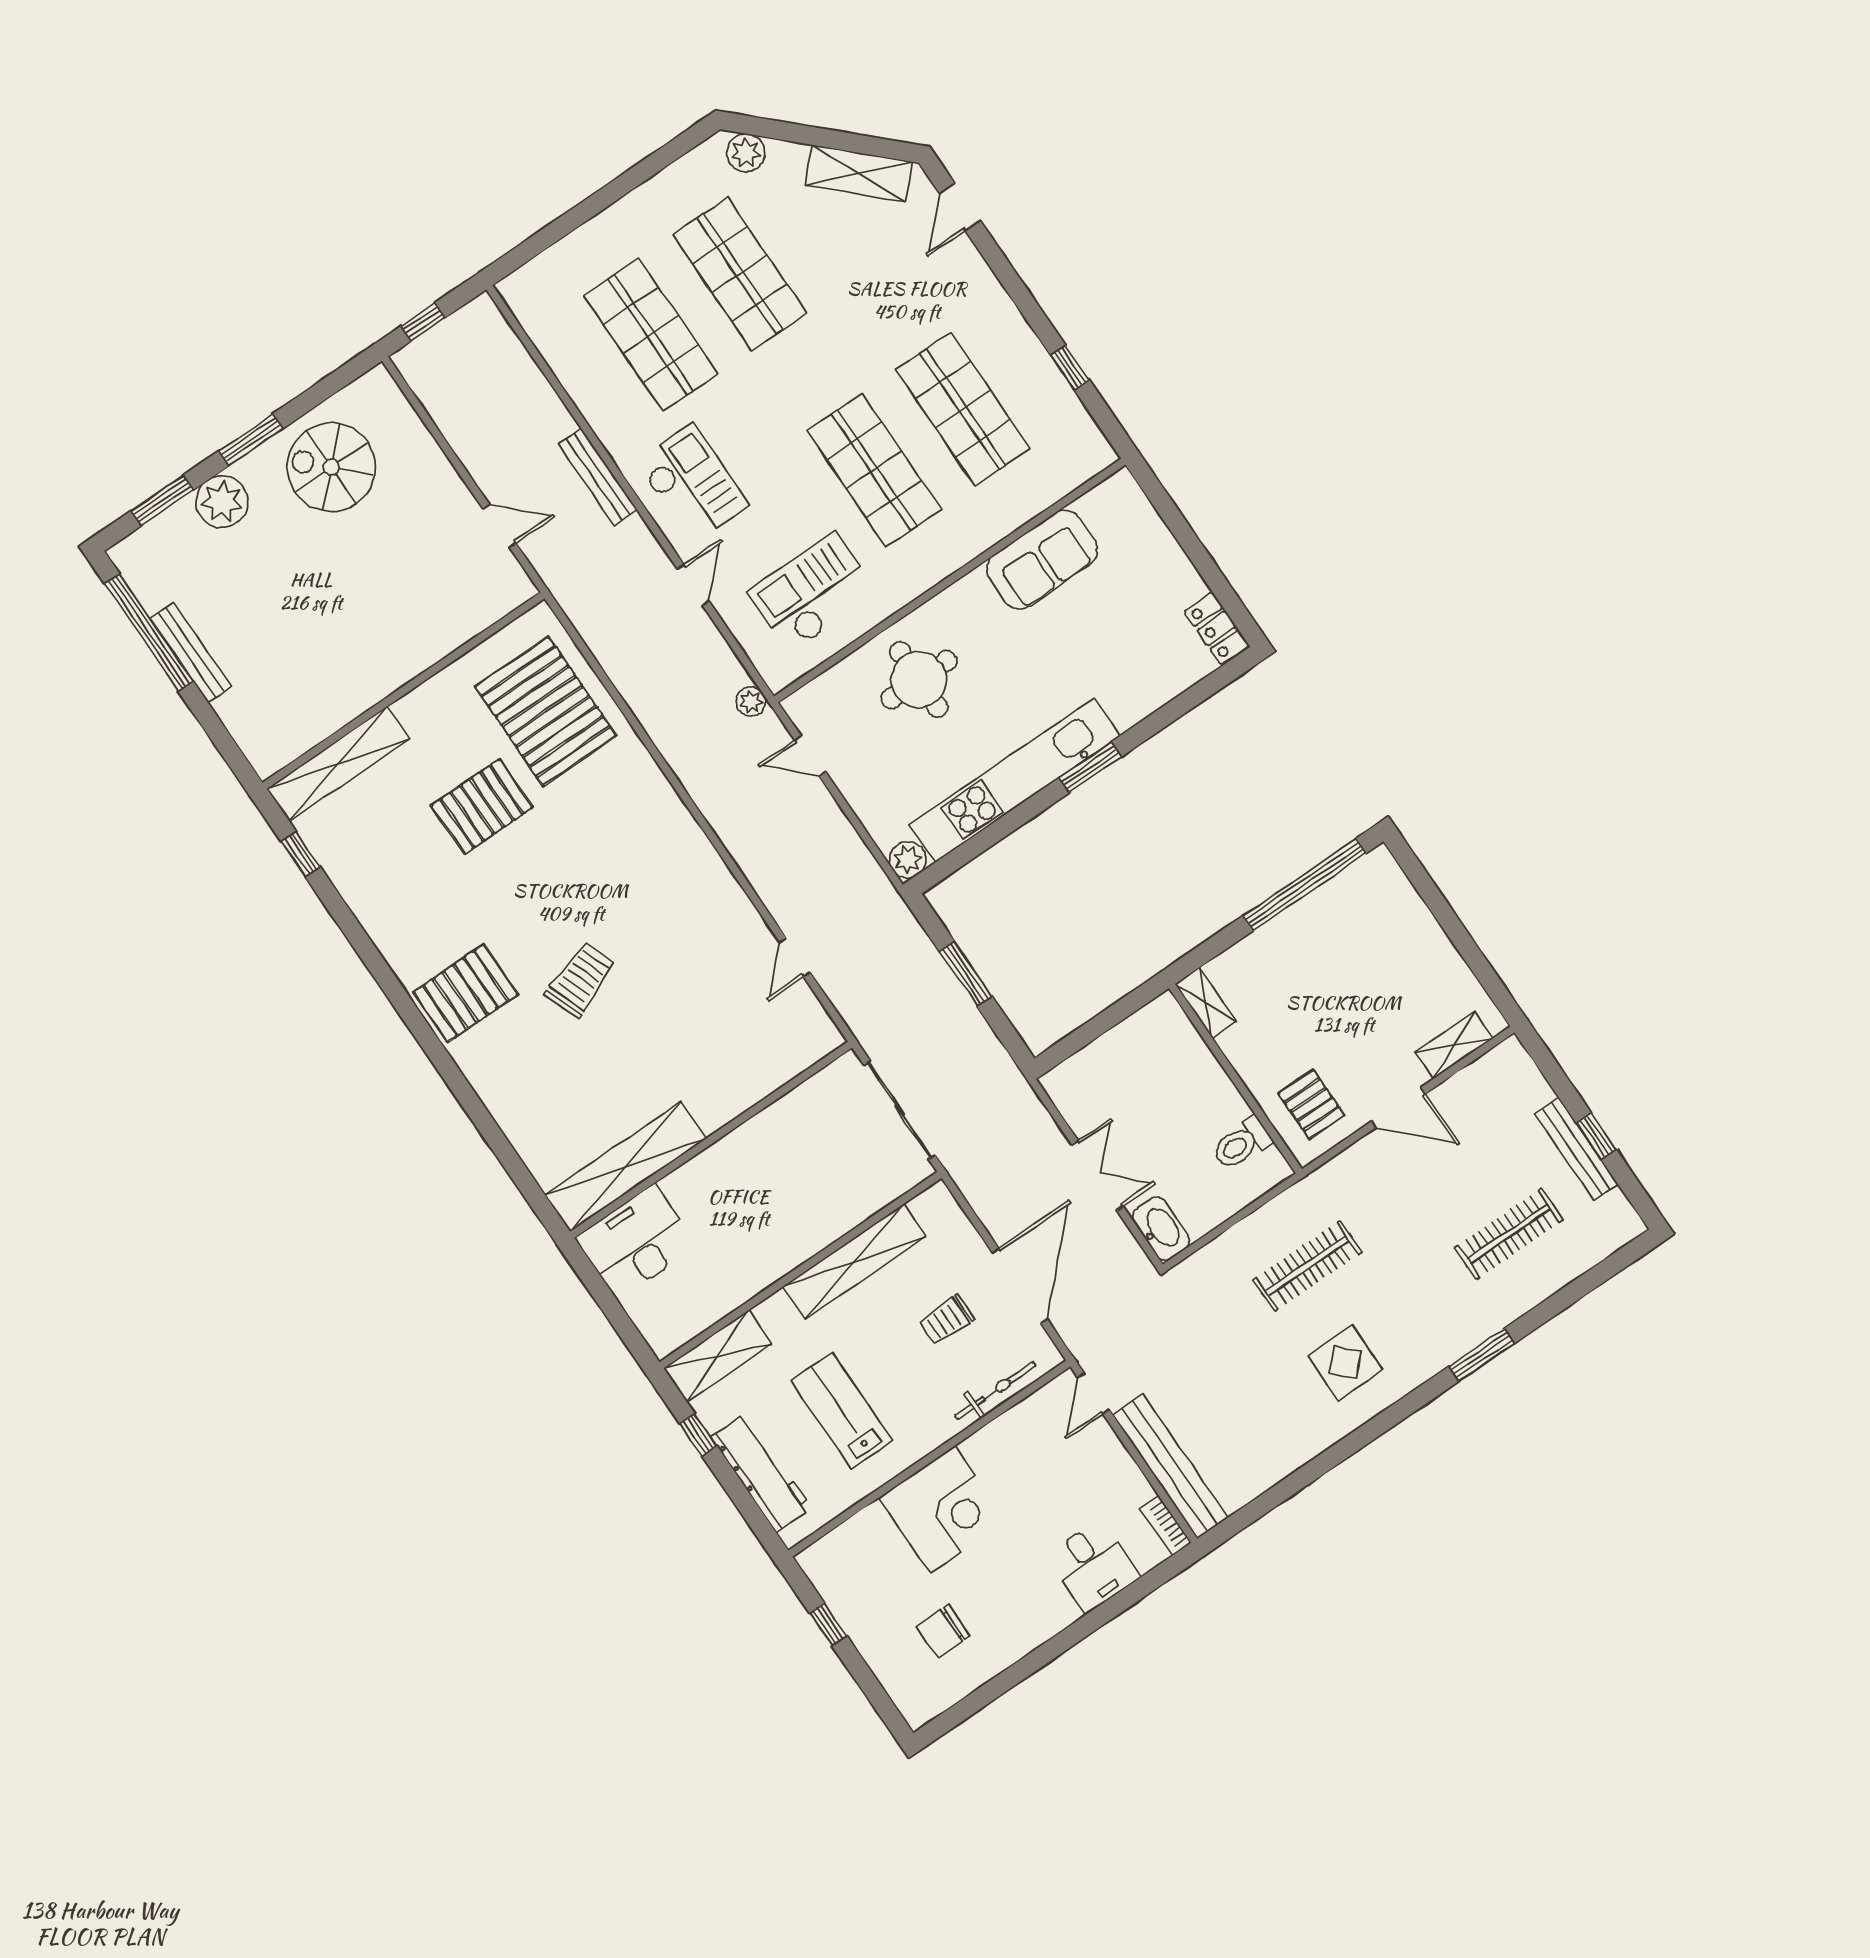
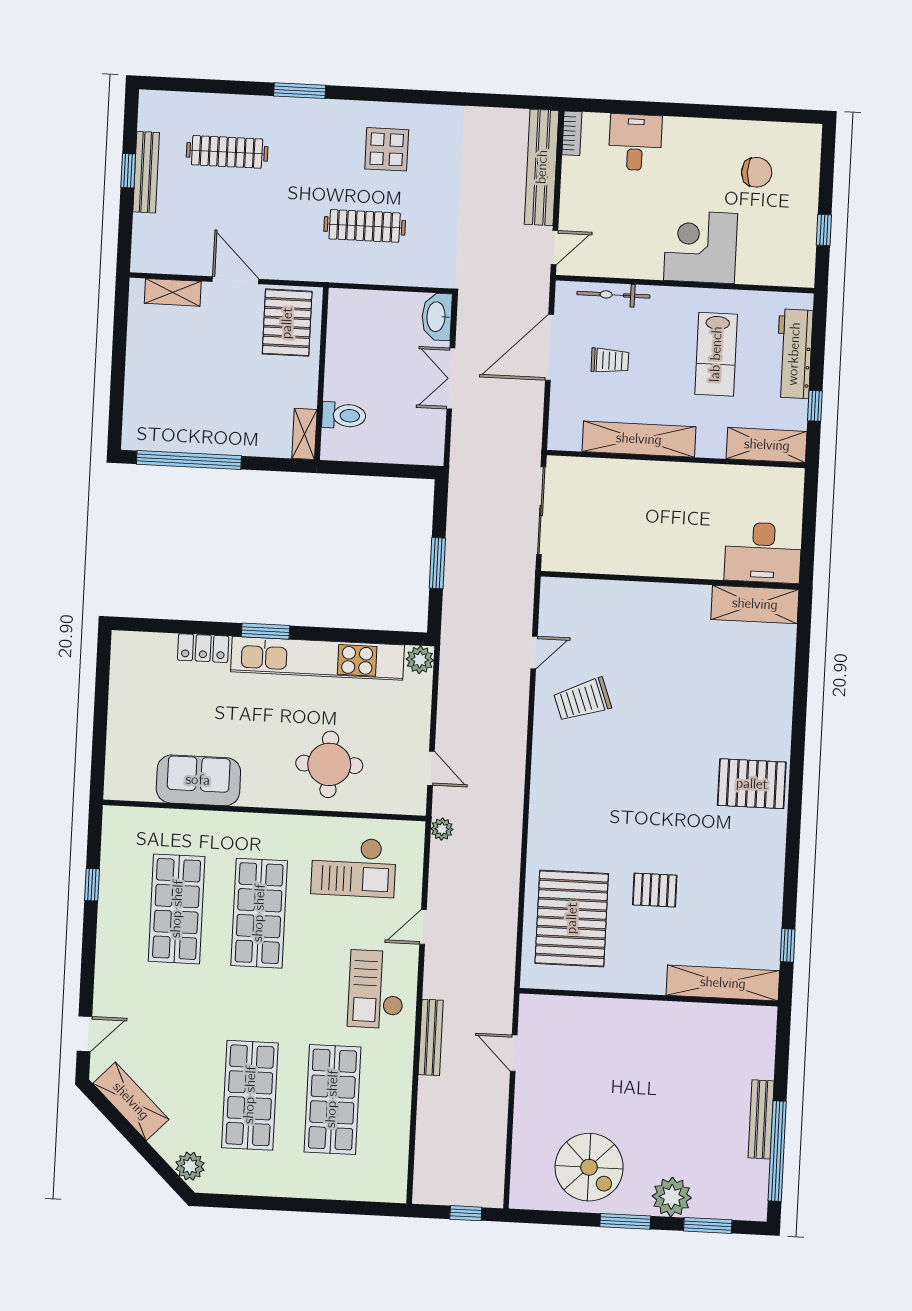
locker: (1217, 628) -> (203, 648), moved, turned 90
pallet: (482, 806) -> (655, 890), width x0.67, depth x0.71
trolley: (581, 979) -> (582, 700), moved
pallet: (1311, 1104) -> (287, 323), width x1.50, depth x1.42
toilet: (1241, 1144) -> (344, 415), moved
shelving: (626, 1167) -> (755, 604), width x0.68

